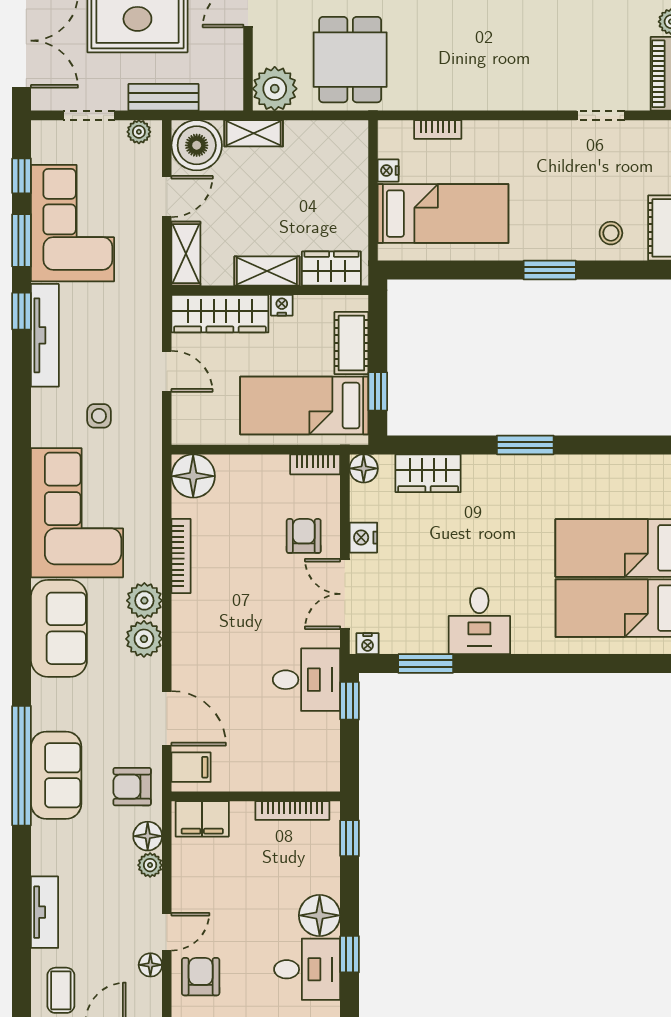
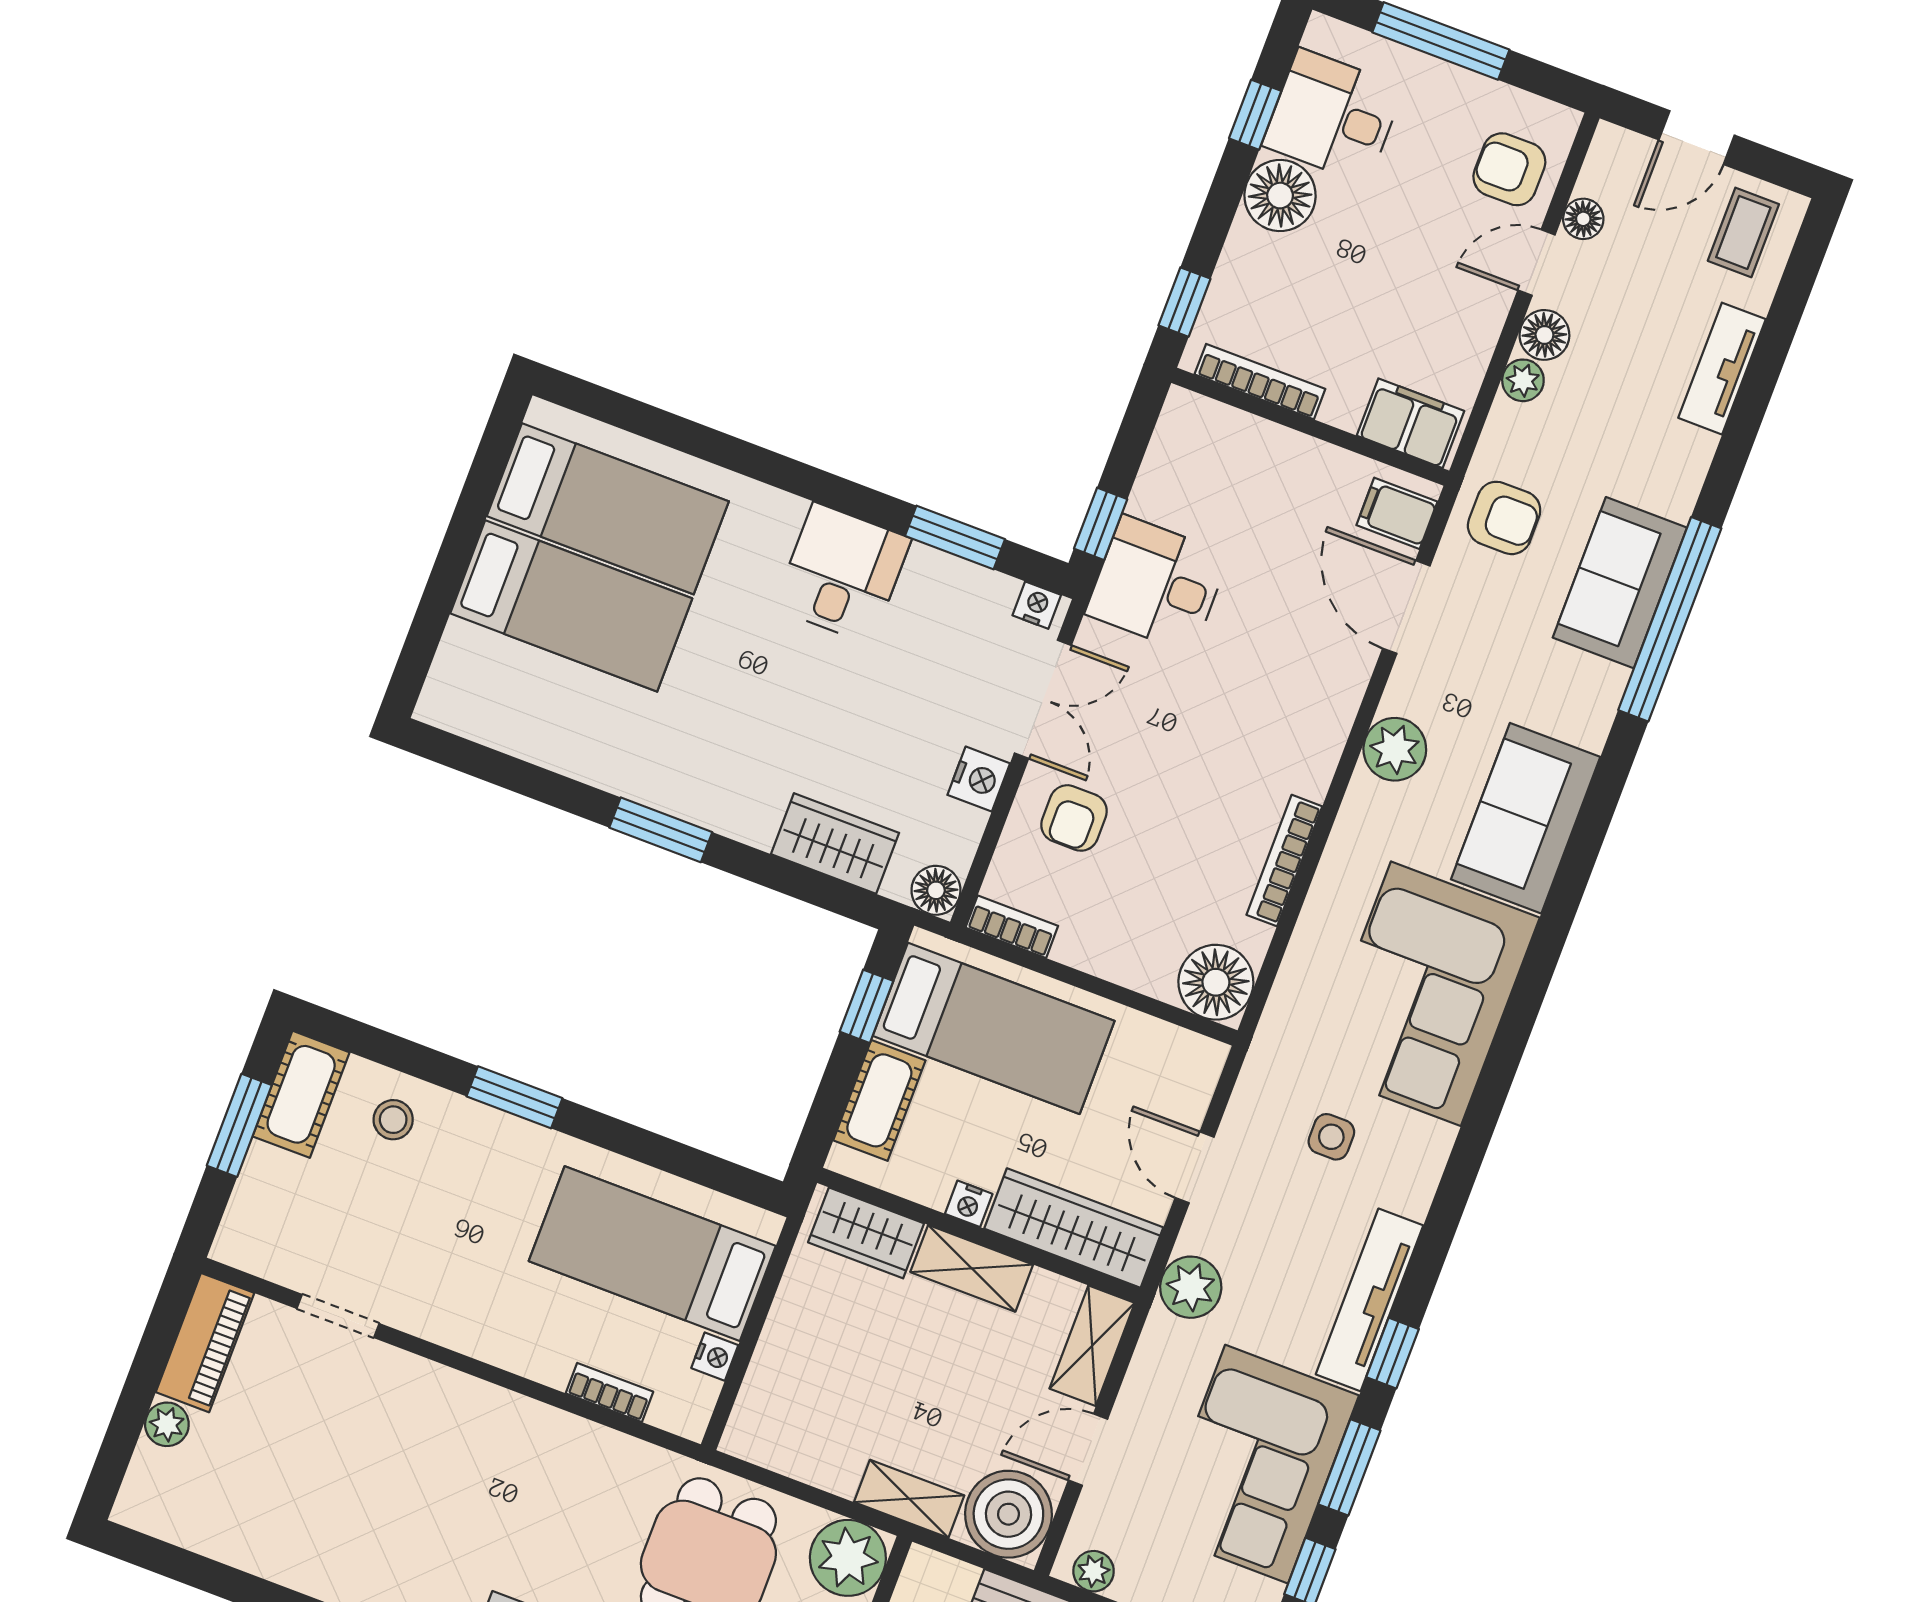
plant: (144, 601) -> (1191, 1287), moved
floor lamp: (148, 836) -> (1544, 335), moved
armchair: (201, 977) -> (1509, 169), turned 90

